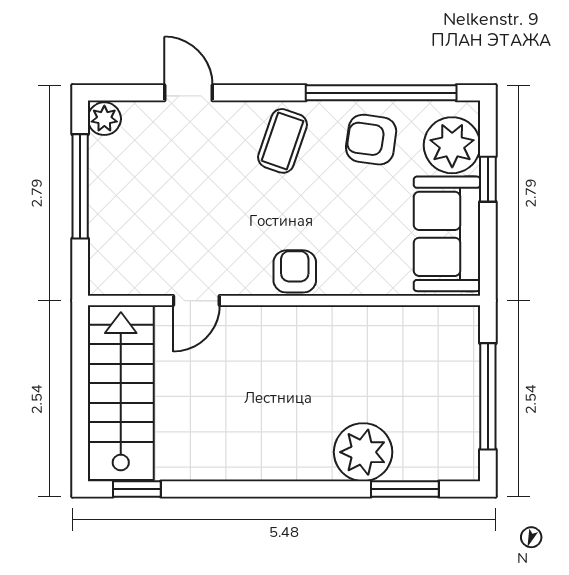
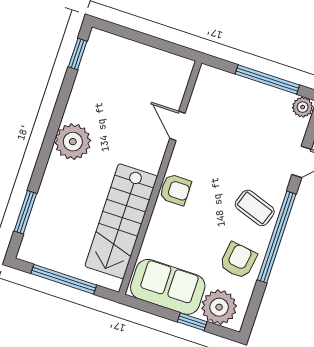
window: (381, 93) -> (277, 237), moved
stairs: (121, 393) -> (121, 221), moved, turned 90
plant: (363, 452) -> (73, 142), moved

